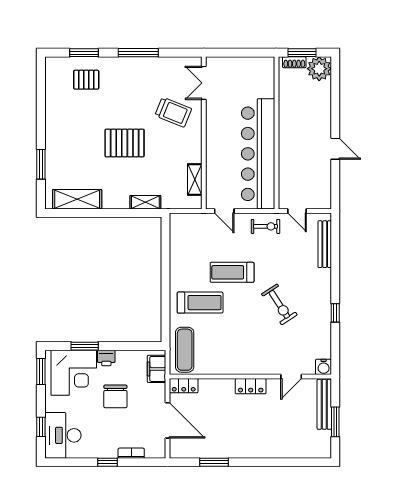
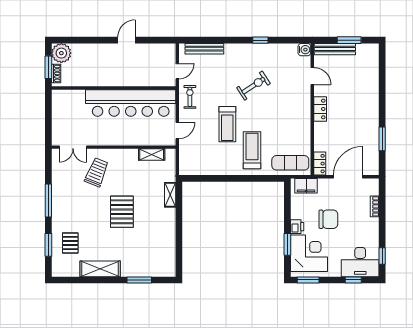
shelving: (77, 199) -> (100, 269), moved, turned 90
window: (107, 462) -> (382, 256), moved

